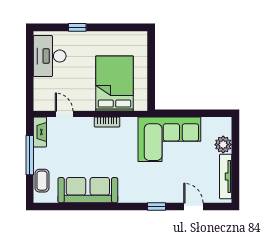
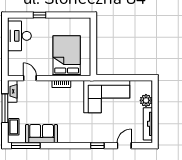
sofa: (88, 190) -> (42, 134), width x0.73
window: (58, 206) -> (26, 146), added
door: (193, 206) -> (124, 146), hinge flipped

